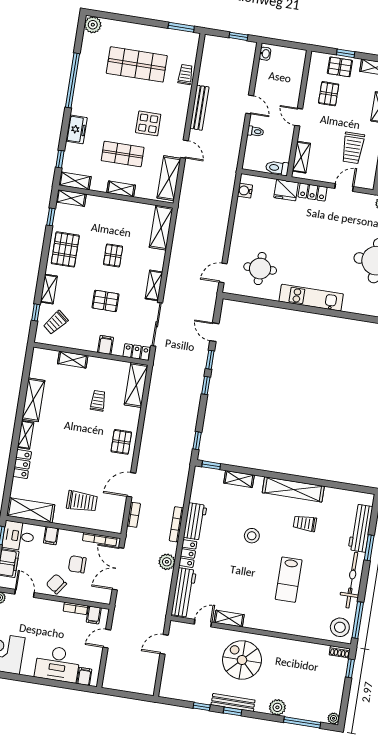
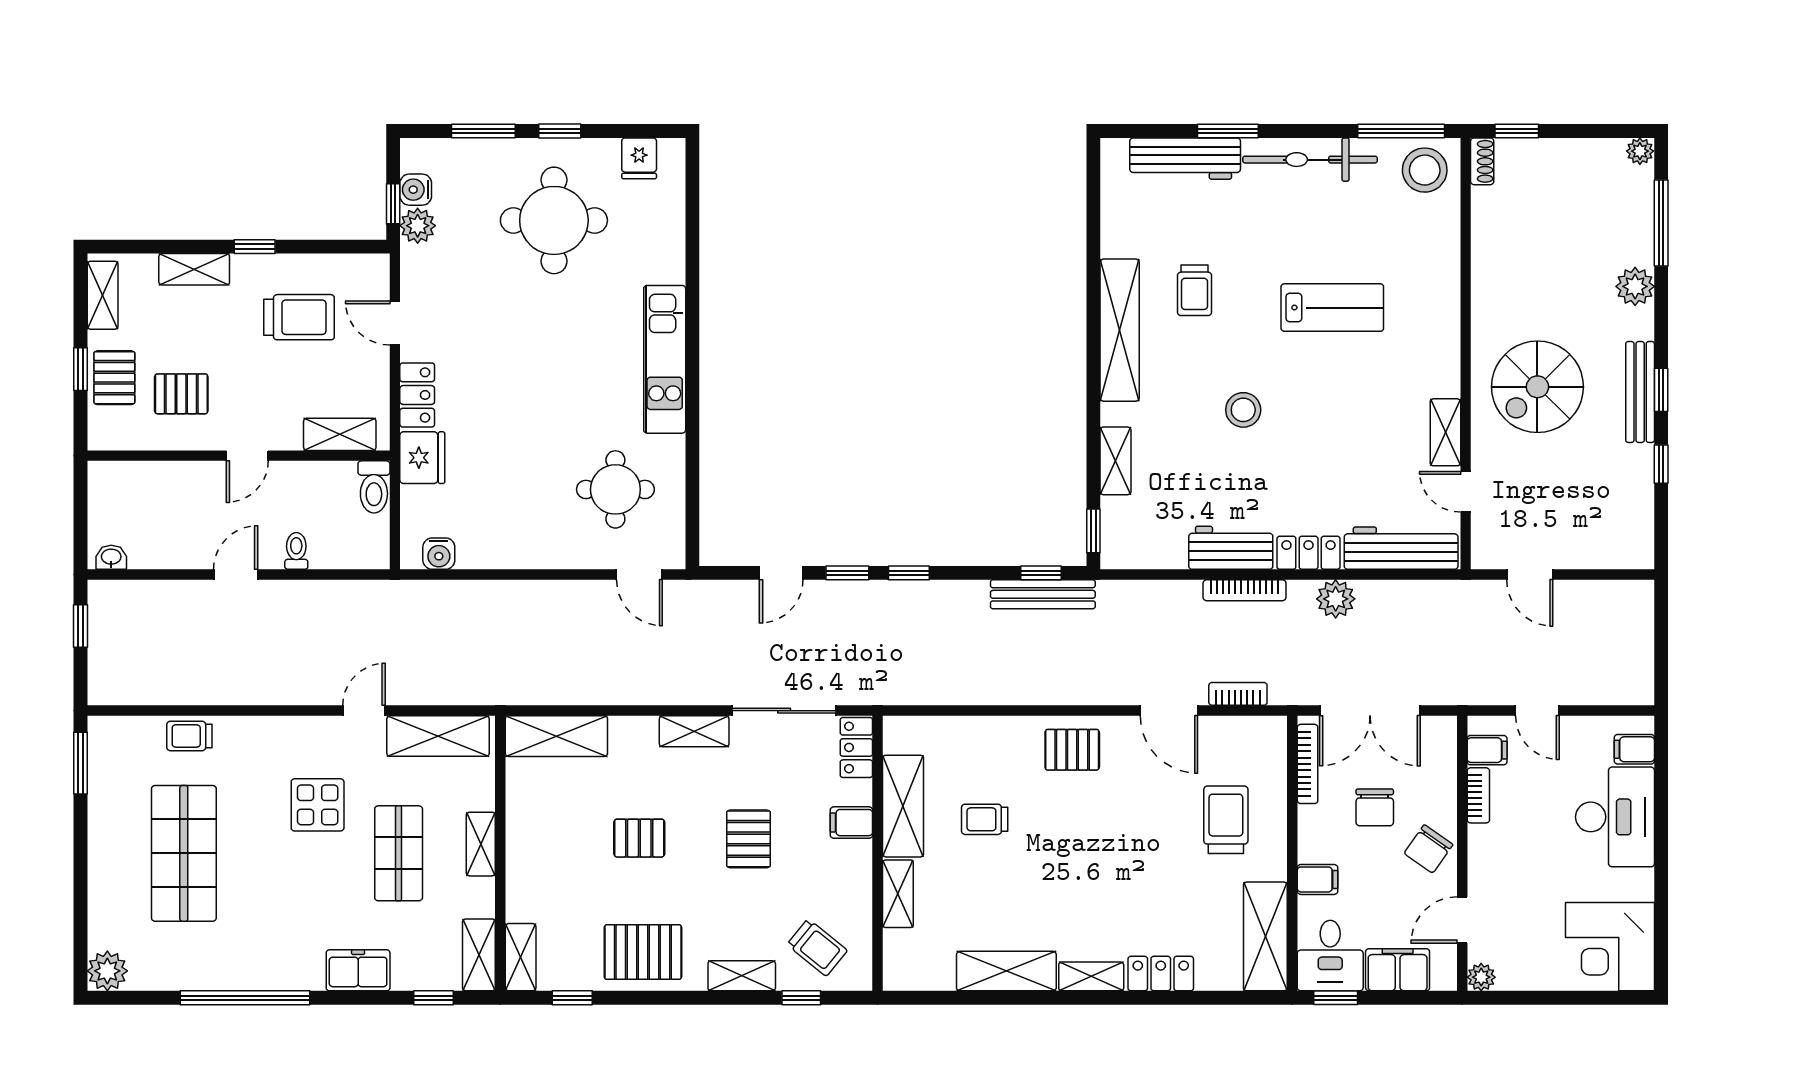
bench: (199, 108) -> (1043, 594), moved
shelving: (136, 385) -> (903, 806), moved, turned 90

